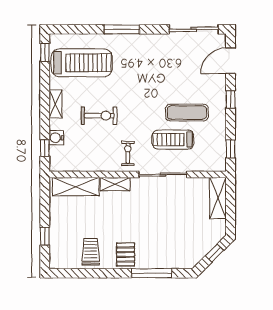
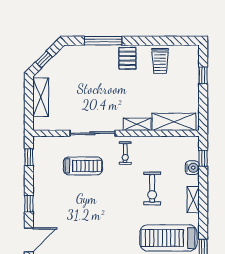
exercise mat: (187, 113) -> (70, 191), removed
exercise bike: (99, 116) -> (152, 188), turned -90
shelving: (218, 198) -> (41, 97), moved

